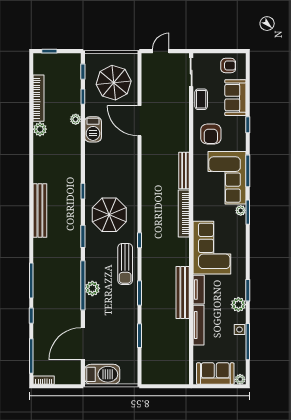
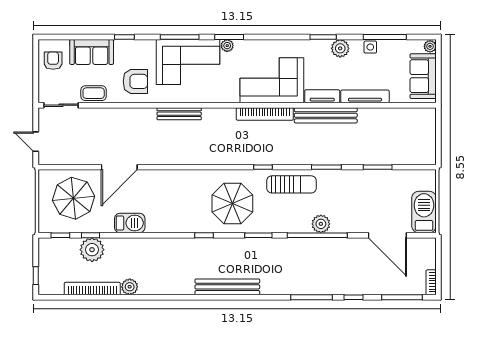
plant: (76, 119) -> (92, 250), moved, width x1.87, depth x1.87
bookcase: (184, 214) -> (265, 114), moved

